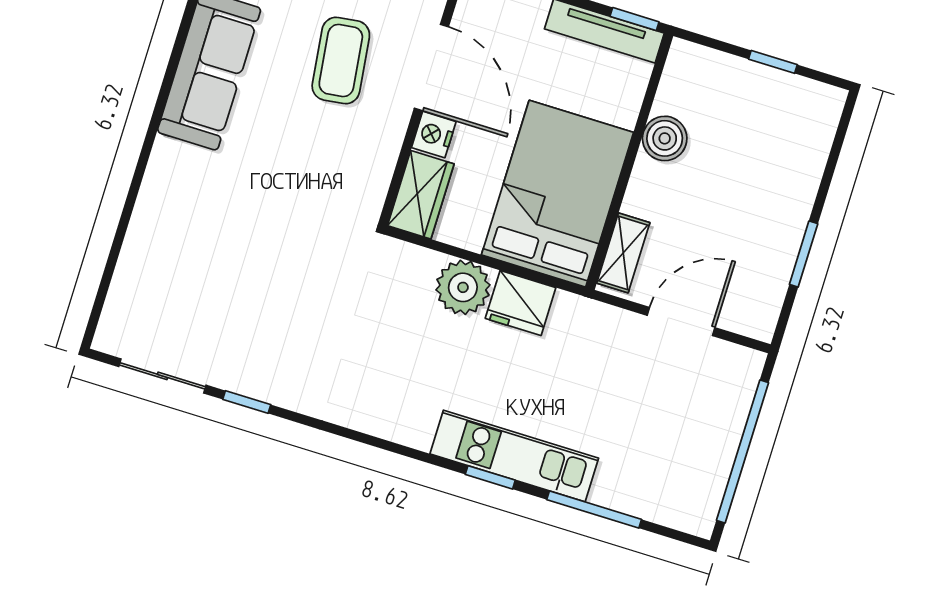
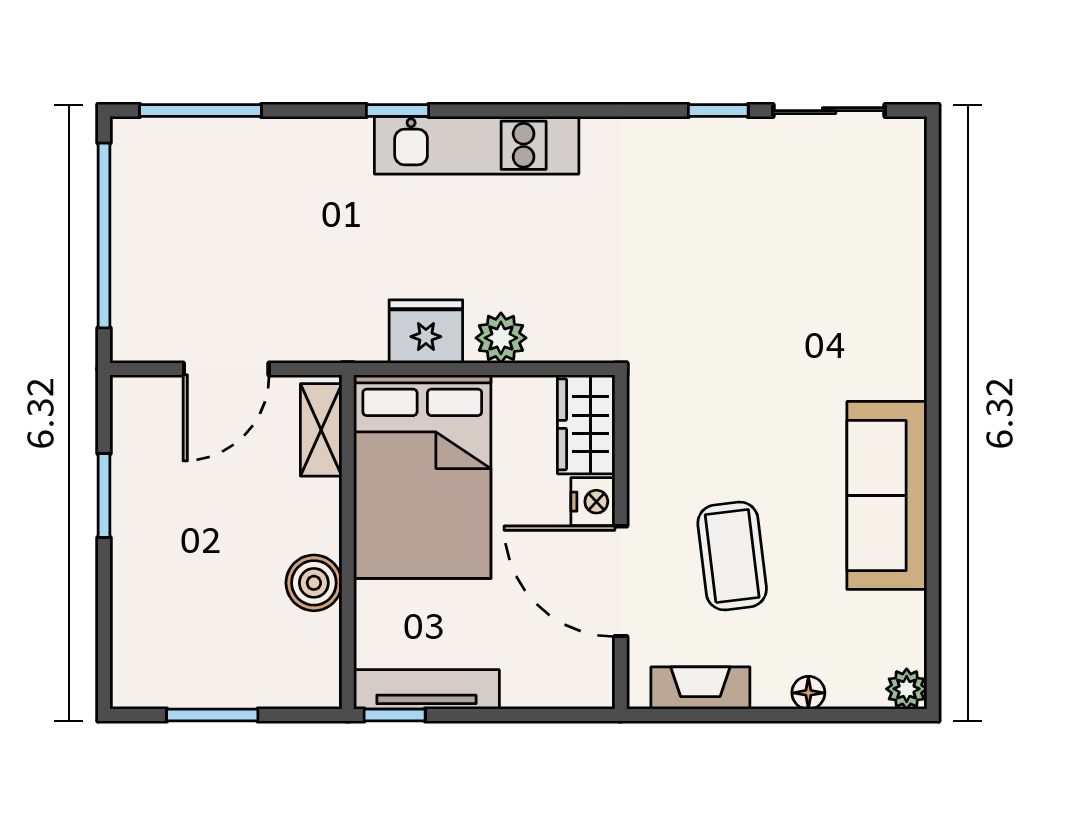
window: (773, 62) -> (212, 715), width x1.50
plant: (463, 287) -> (501, 338), width x0.73, depth x0.73
kitchen unit: (514, 456) -> (477, 145), moved
window: (594, 510) -> (201, 111), moved

